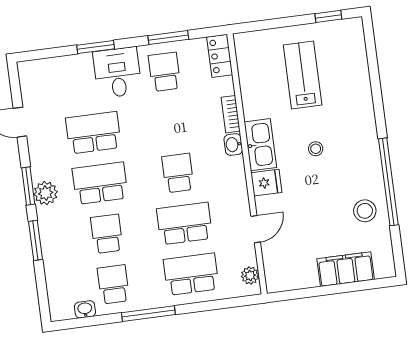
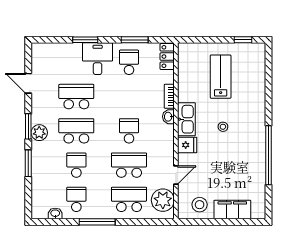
stool: (365, 211) -> (200, 205), moved
plant: (250, 276) -> (163, 200), width x1.88, depth x1.88

